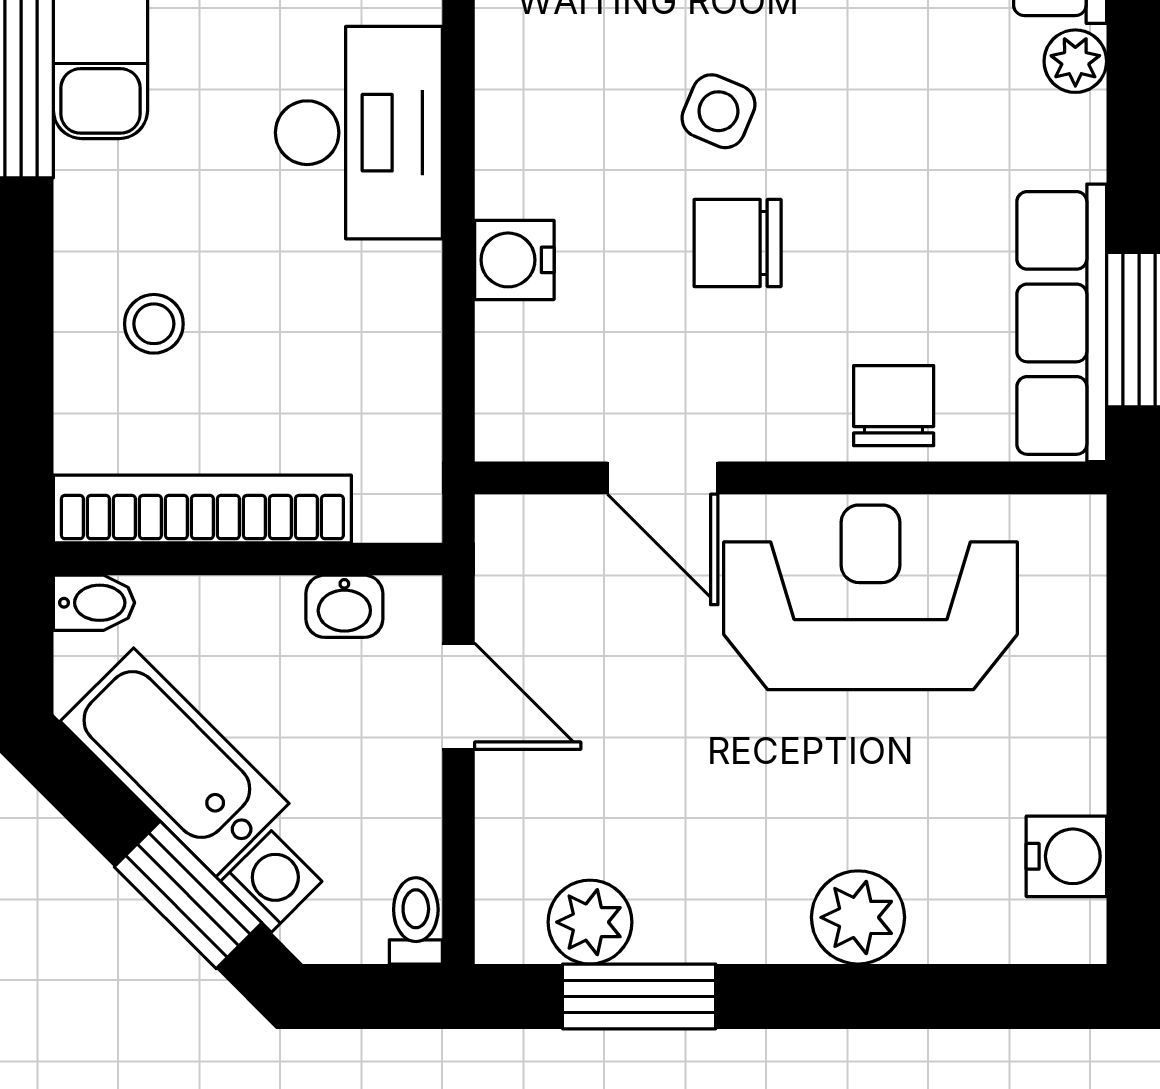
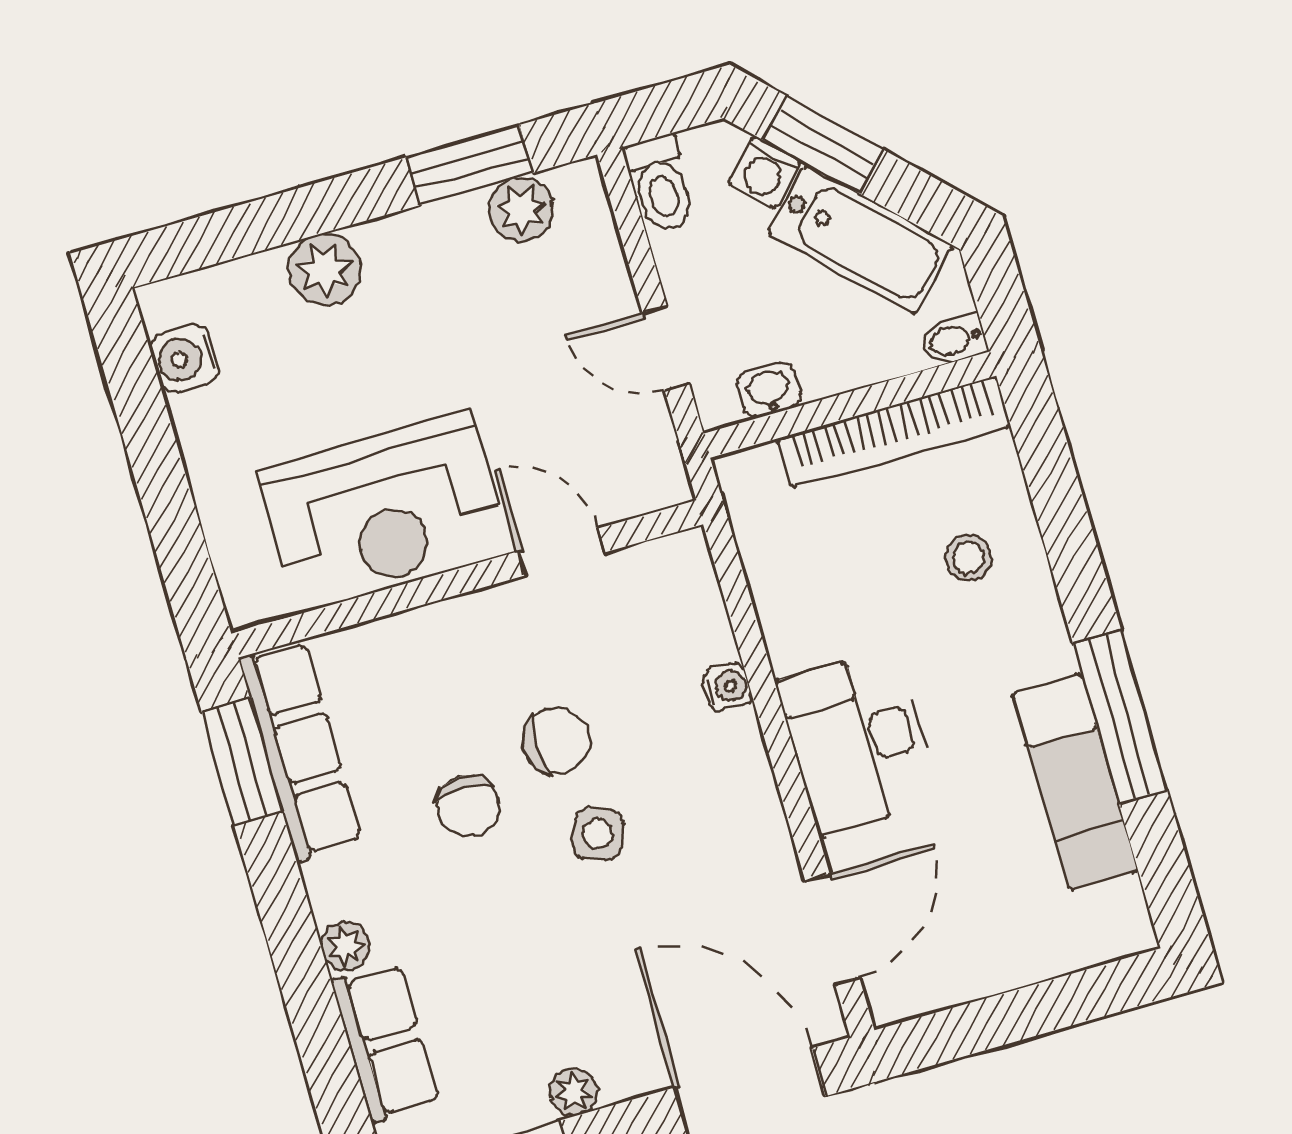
water cooler: (514, 260) -> (727, 687), width x0.72, depth x0.72
chair: (894, 406) -> (468, 806), moved
toilet: (416, 921) -> (660, 184), width x1.37, depth x1.39

